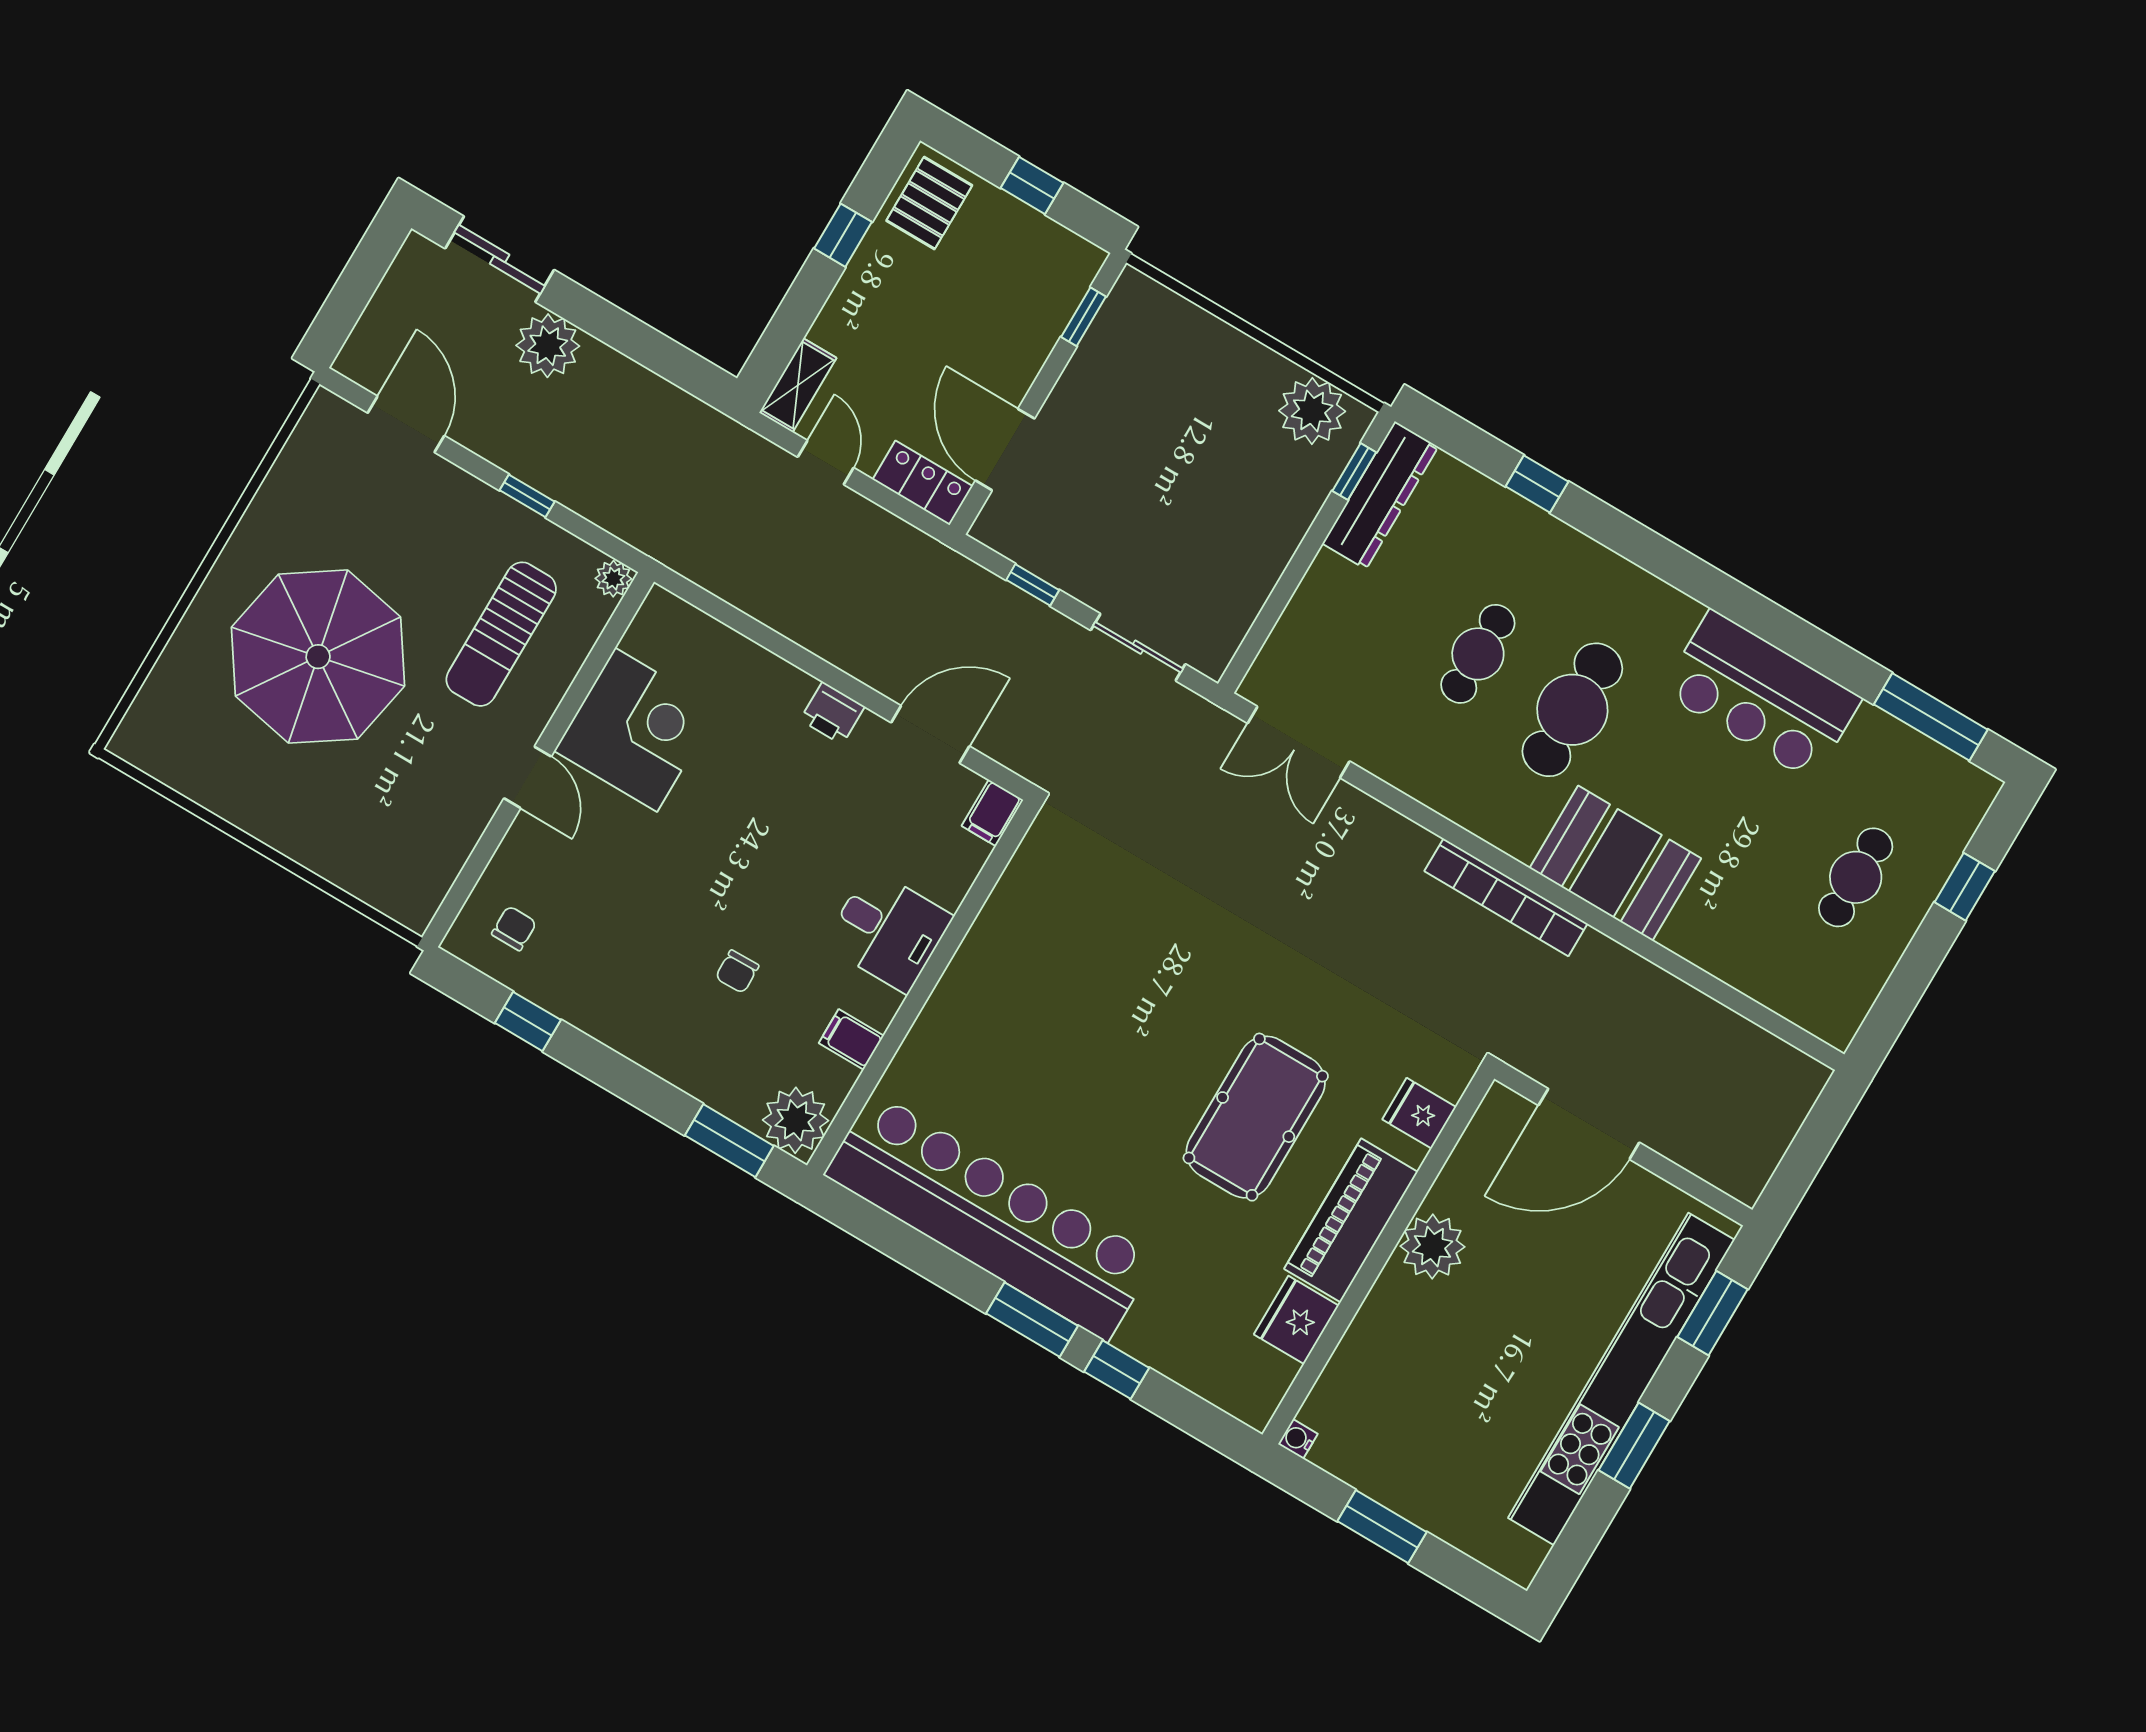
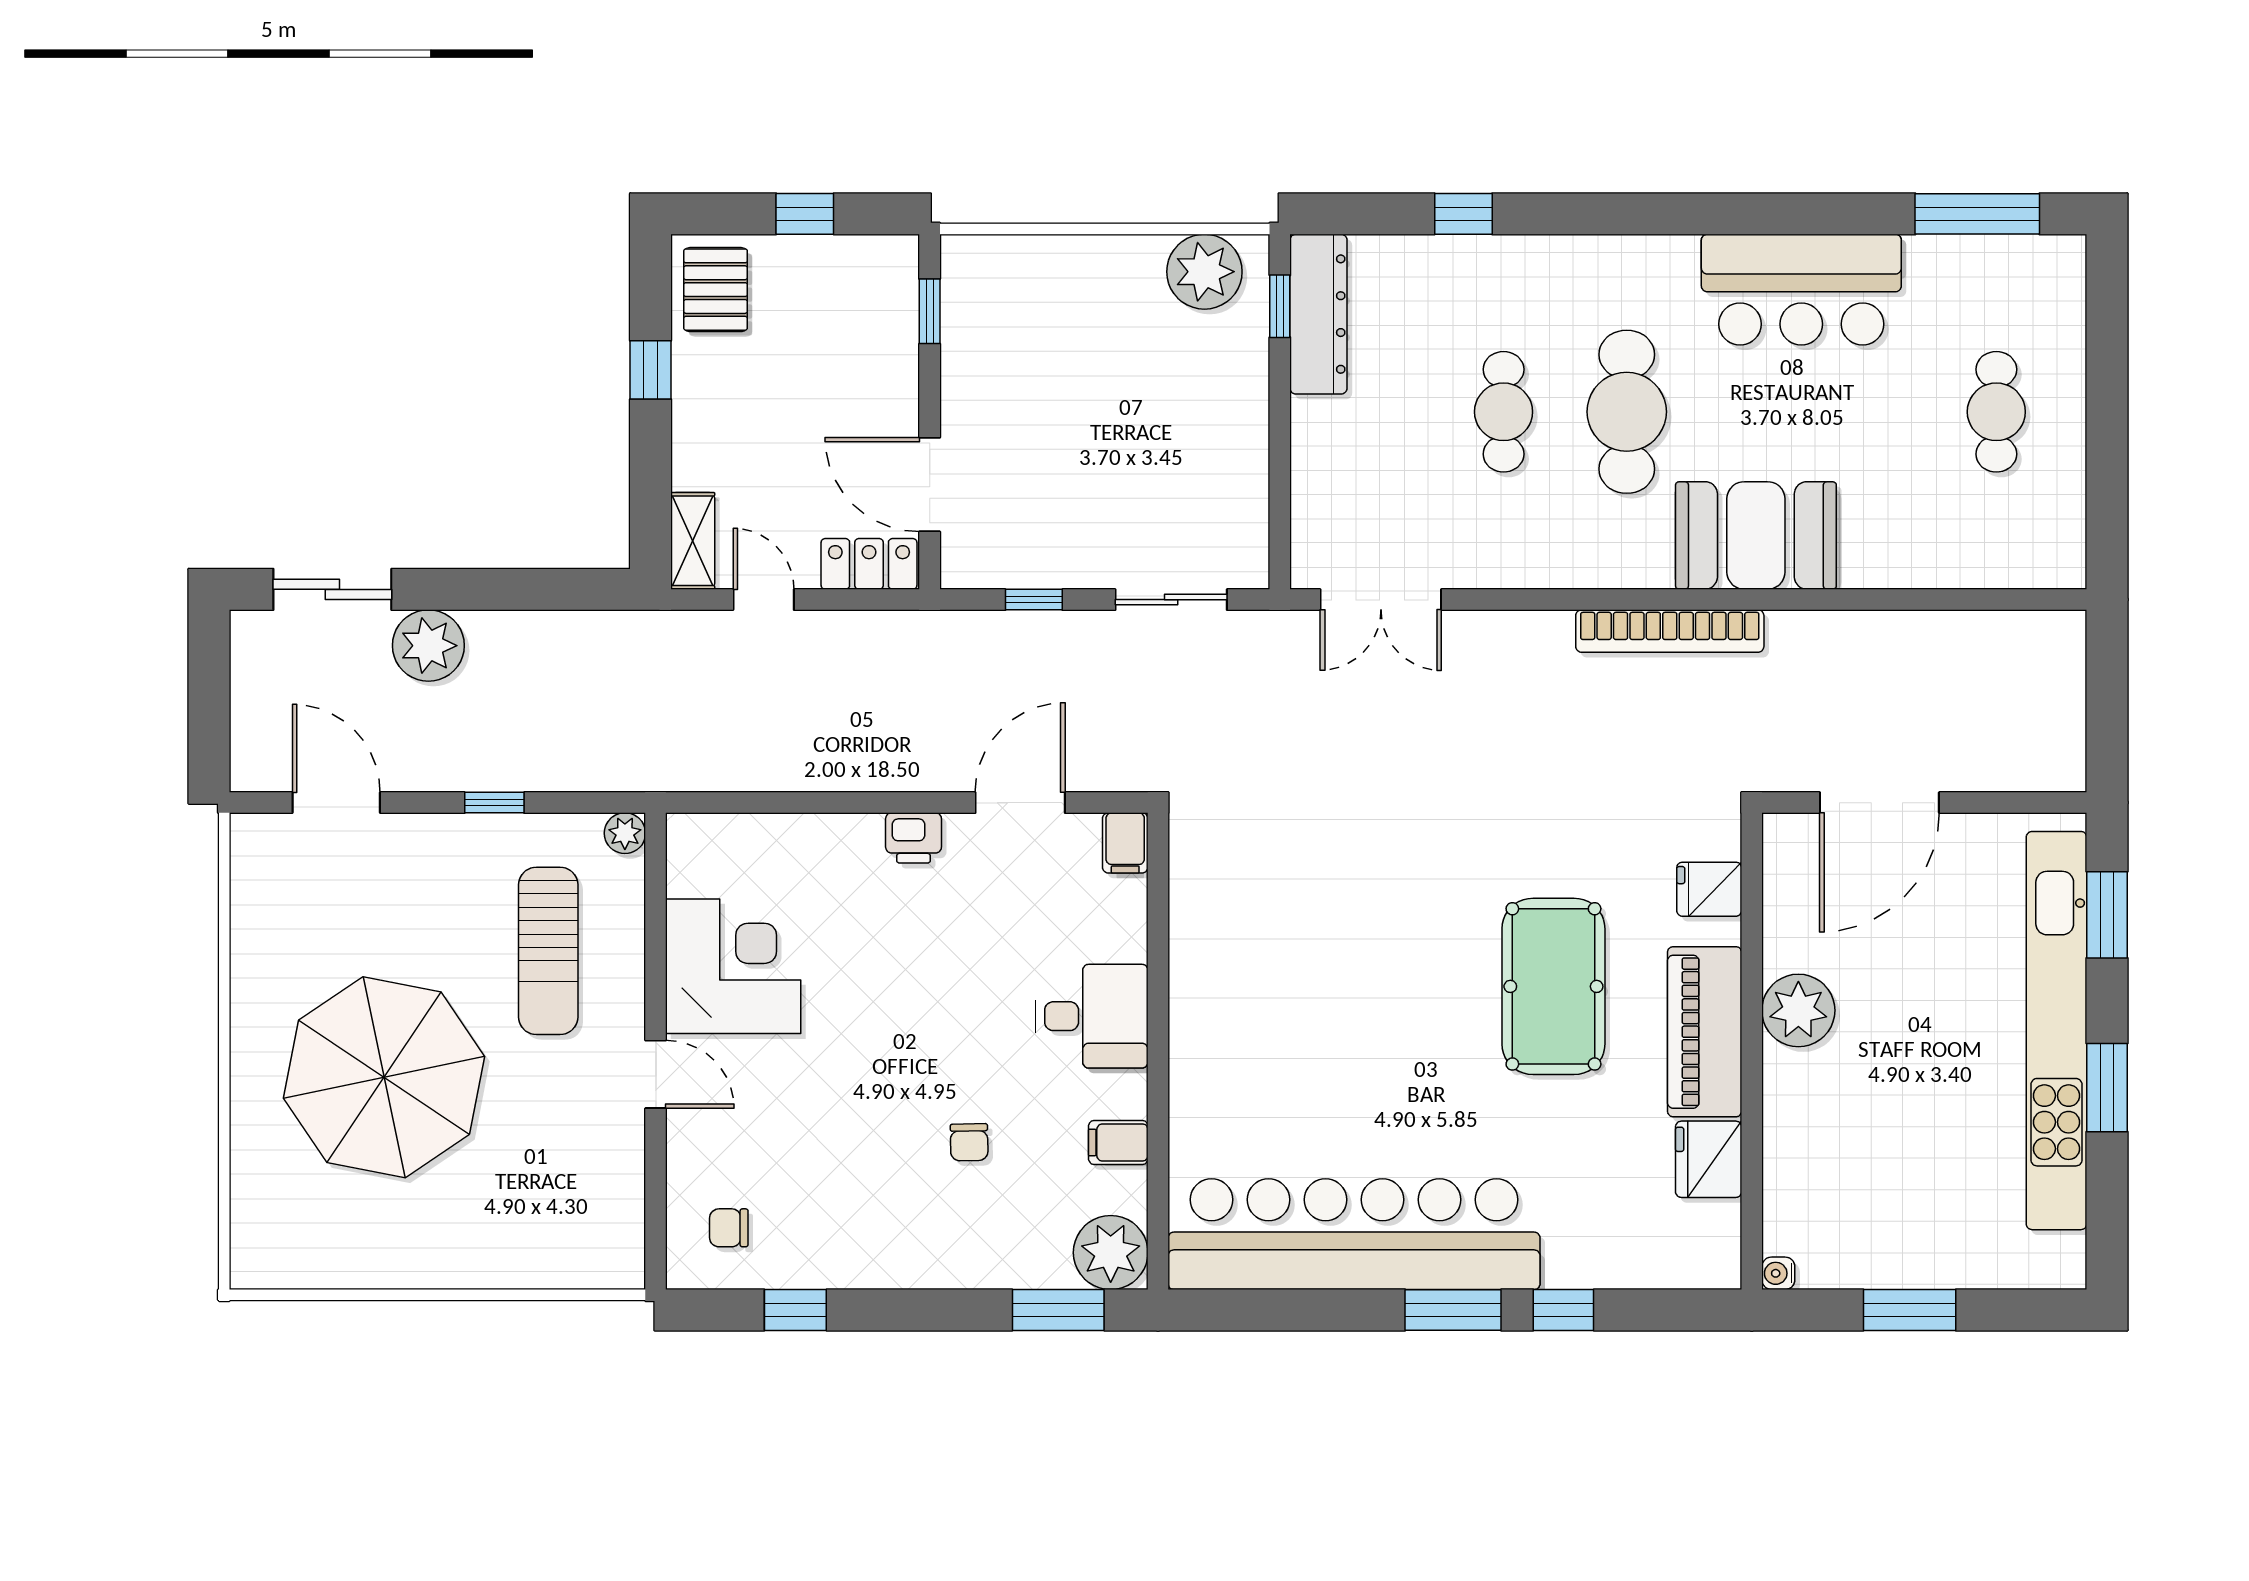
window: (1965, 887) -> (2107, 358), removed
chair: (514, 928) -> (729, 1228), turned -90

